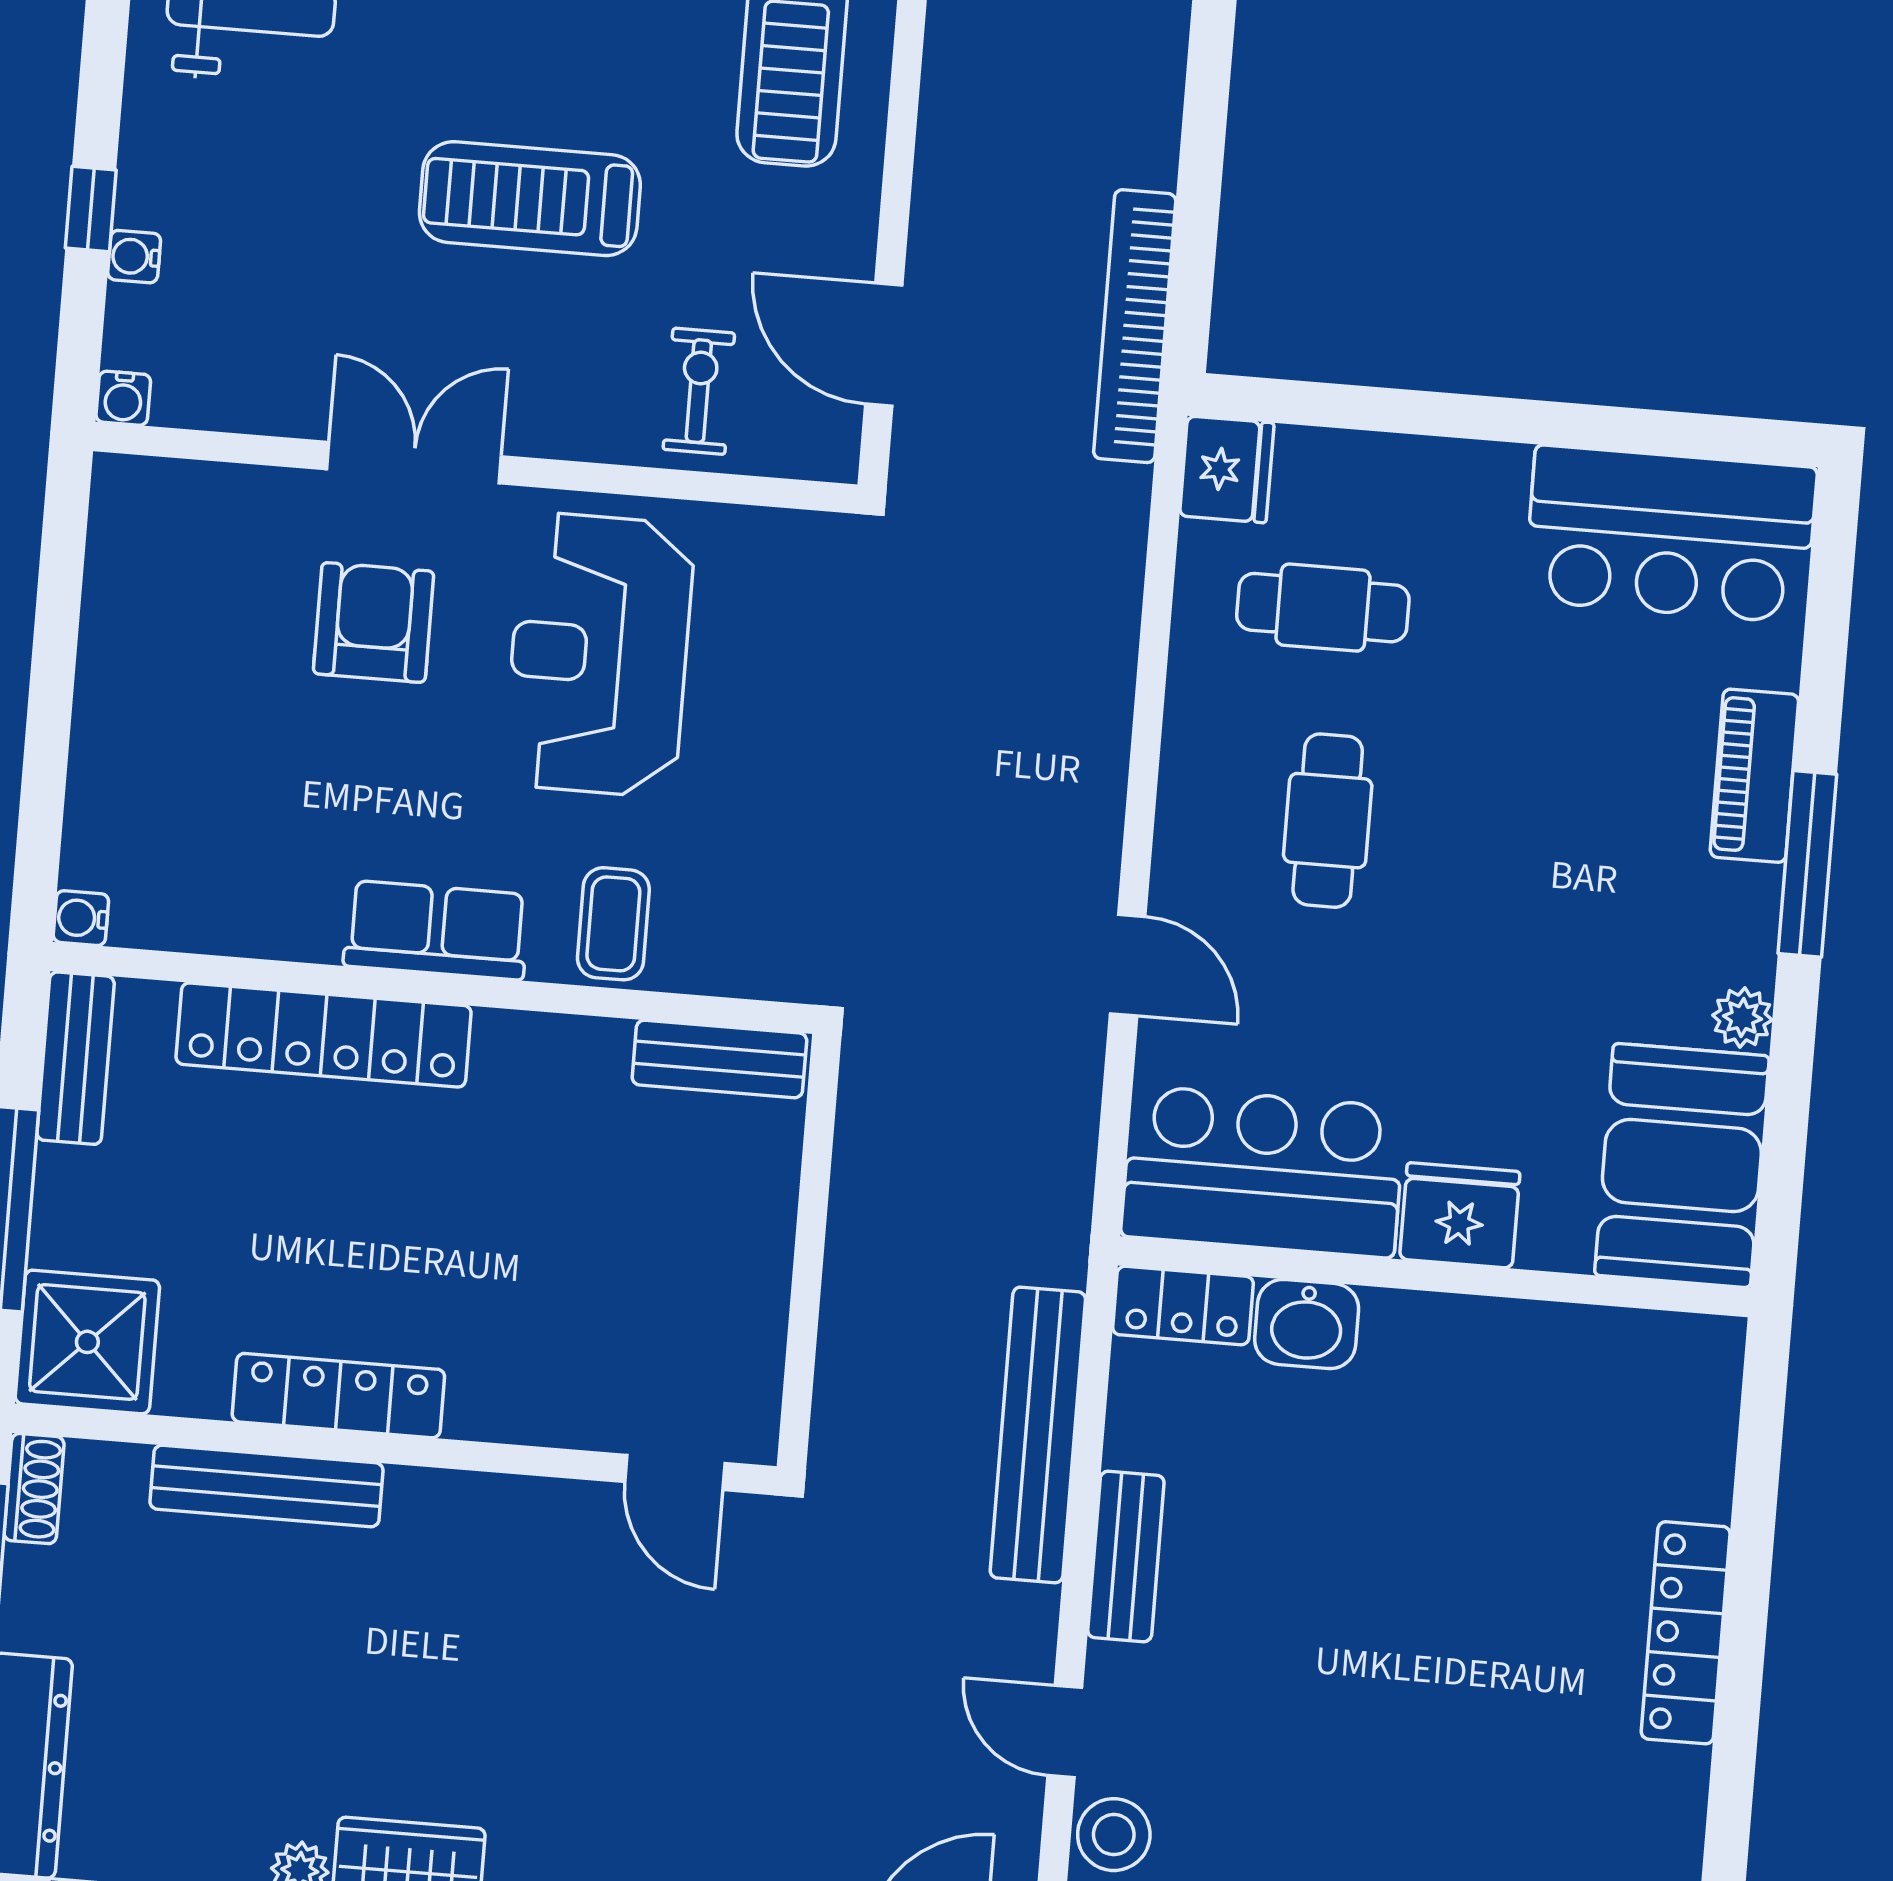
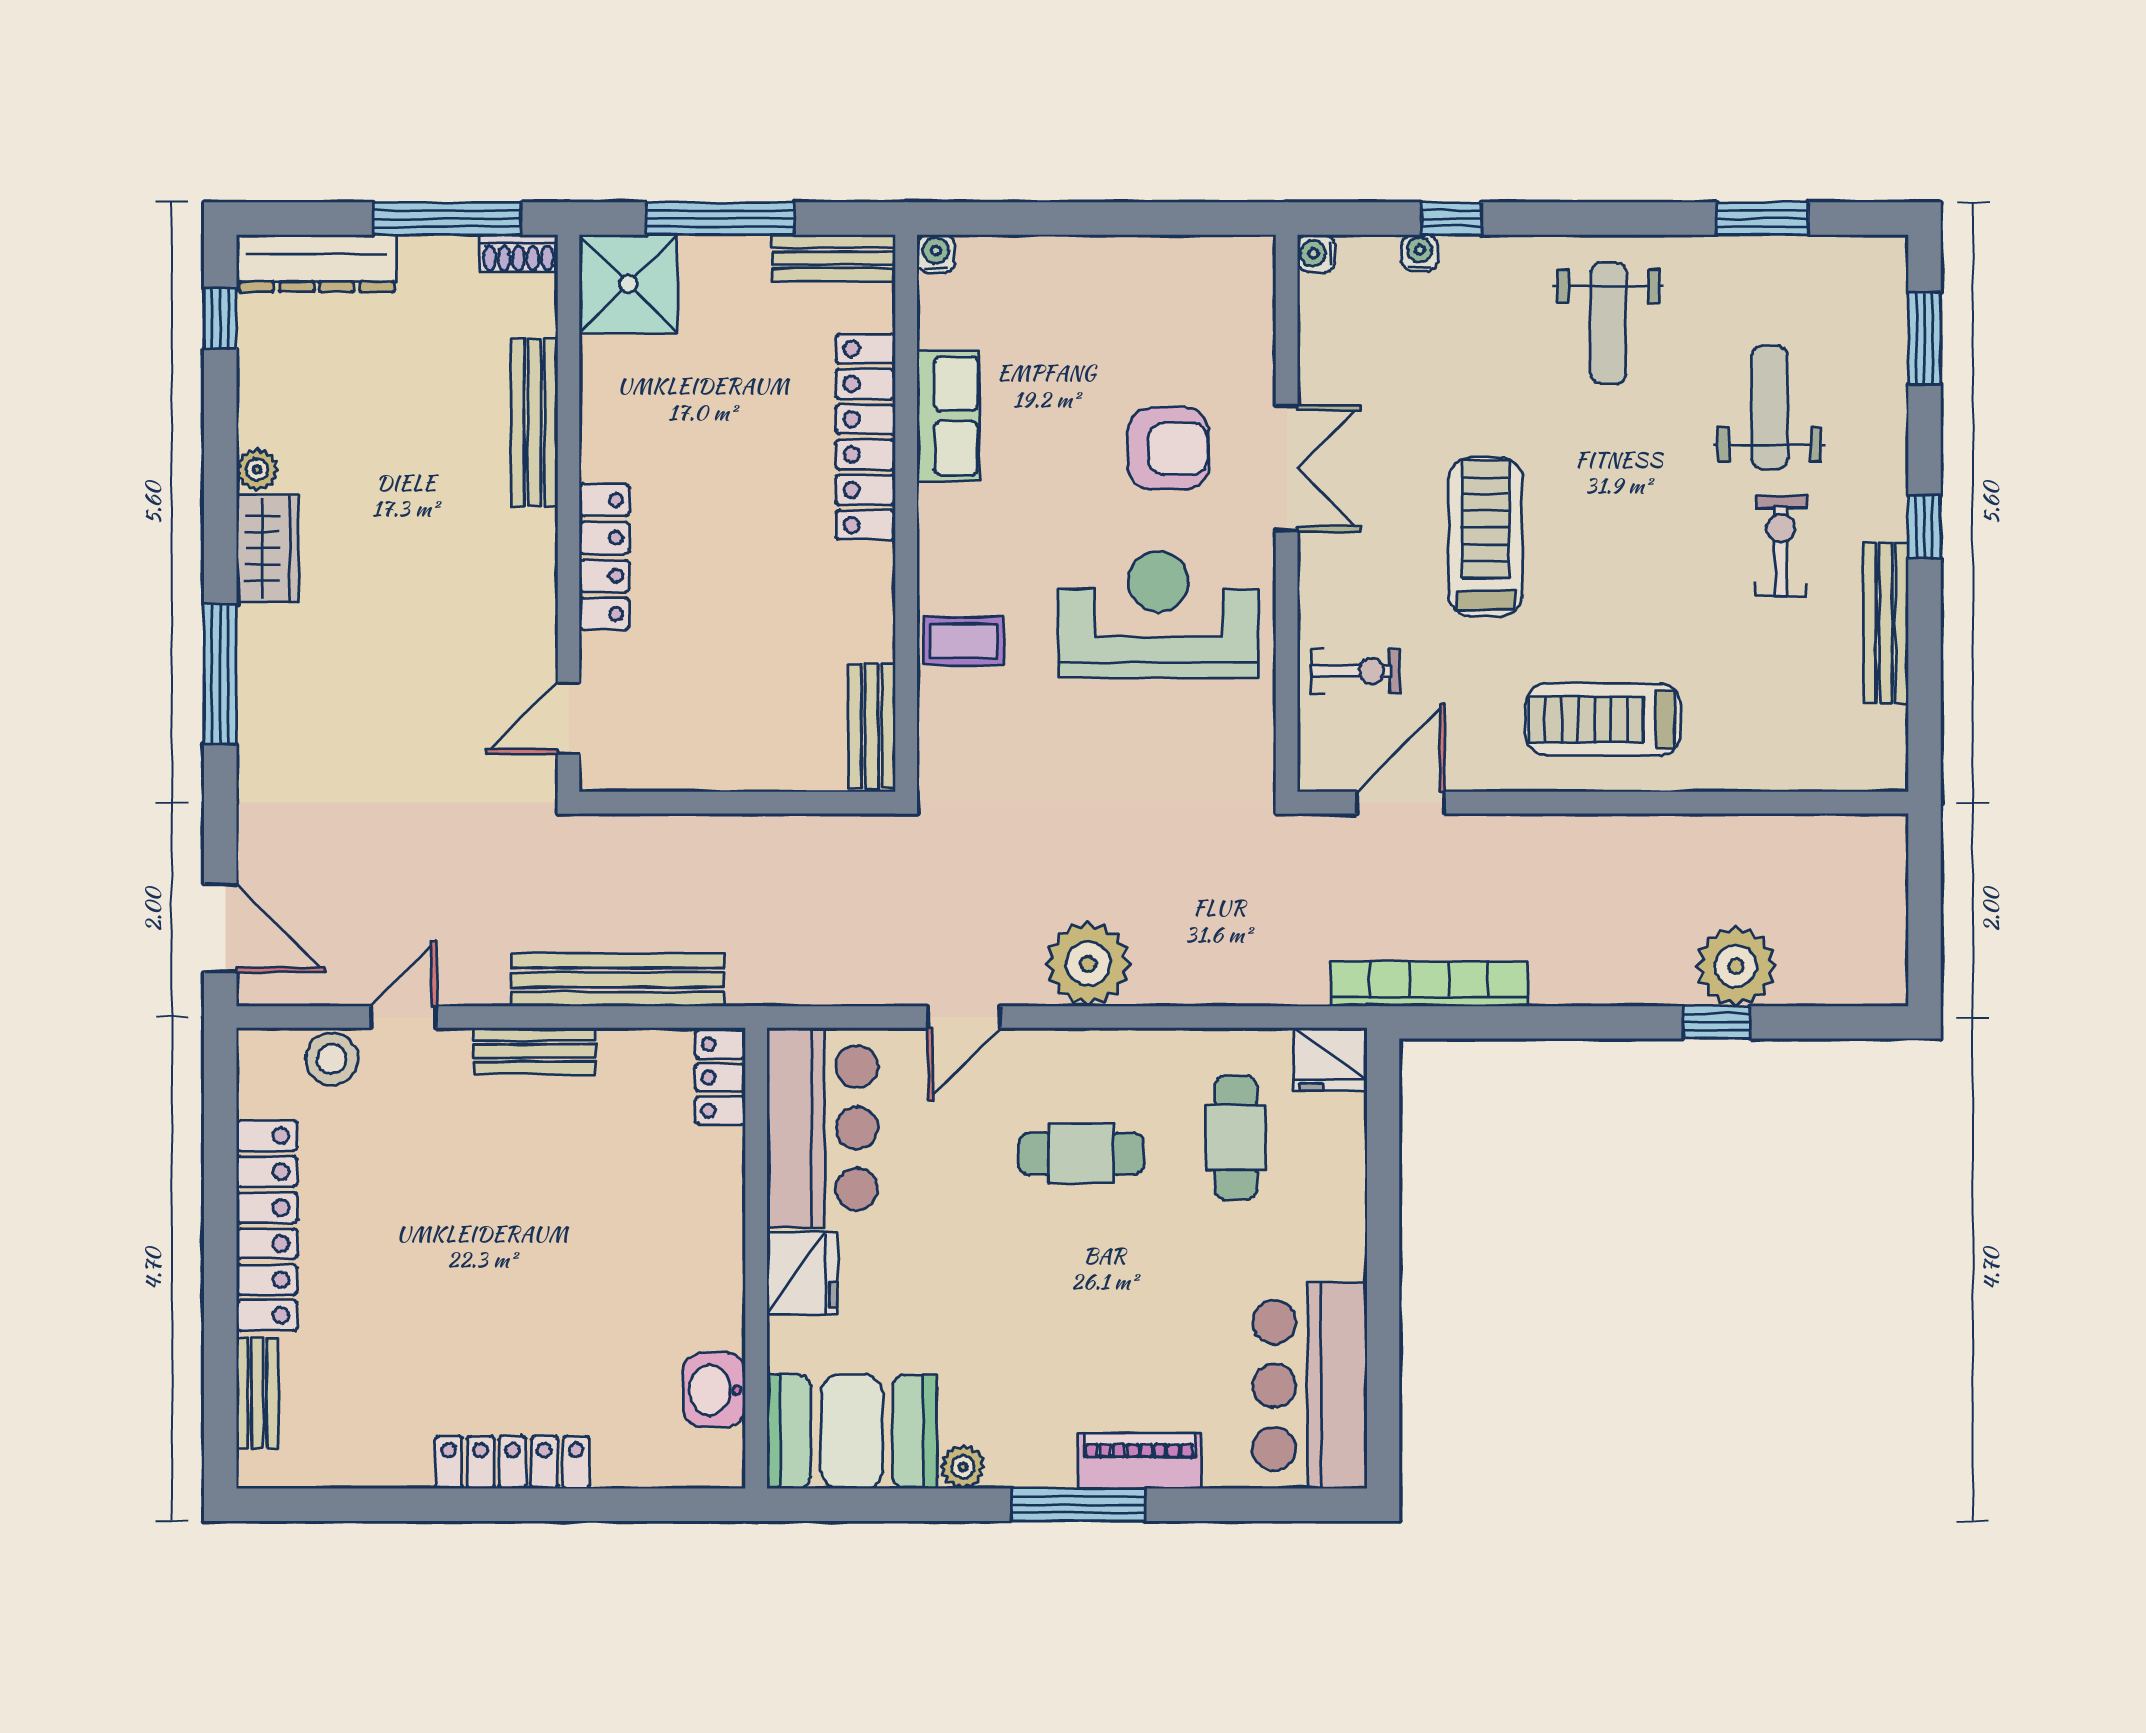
plant: (1069, 790) -> (1088, 964), added
row of seats: (436, 930) -> (948, 416), moved
washbasin: (1307, 1324) -> (714, 1390), moved
locker: (338, 1396) -> (604, 557), moved

